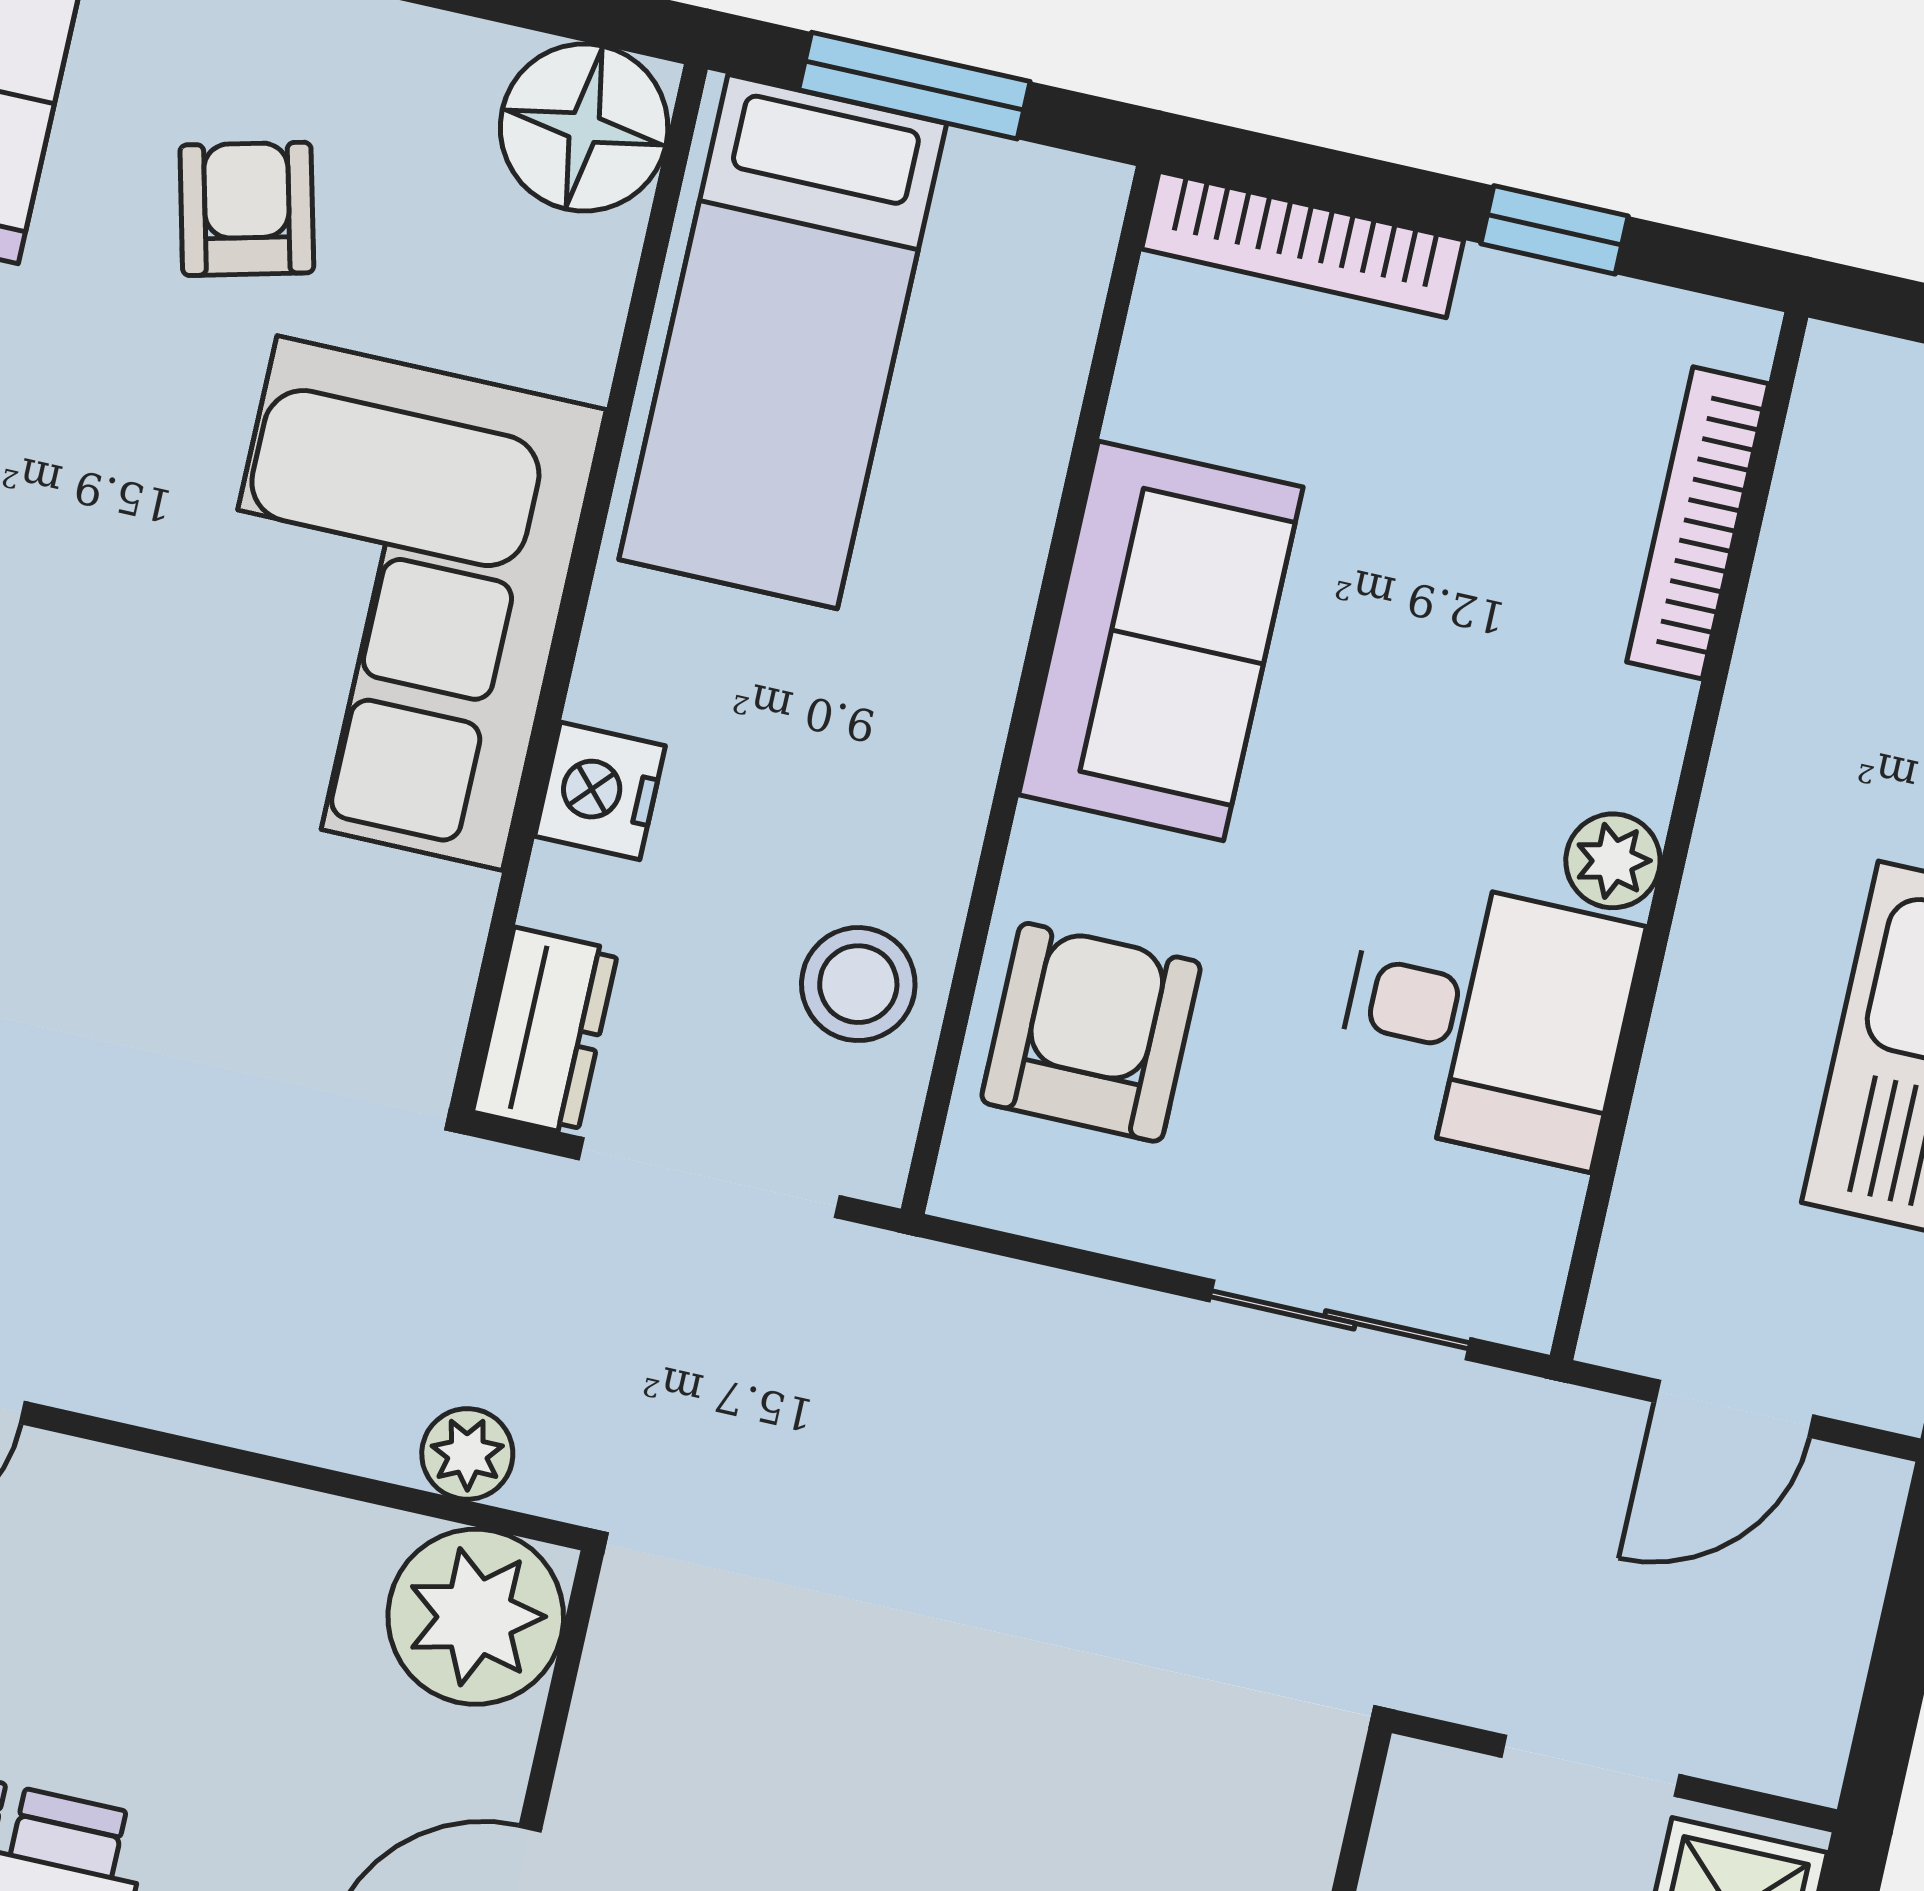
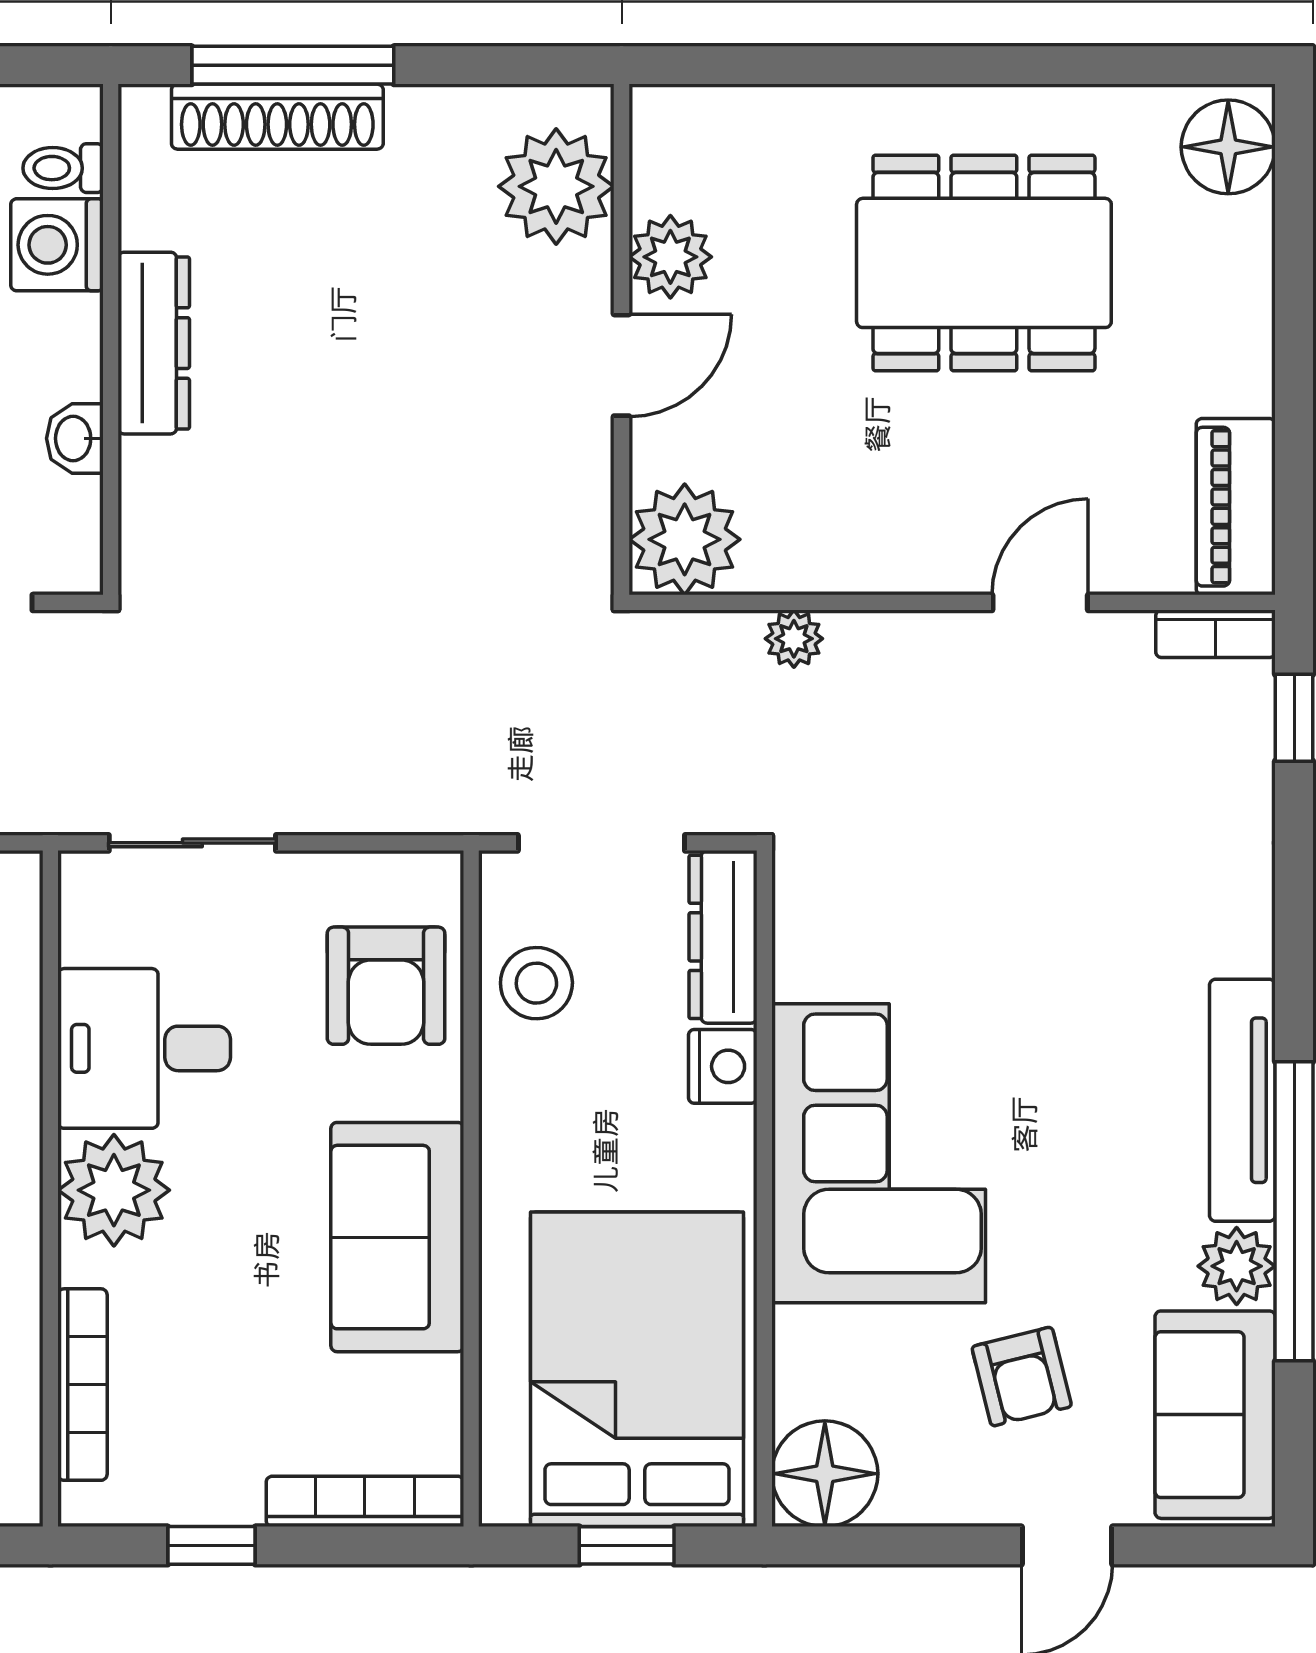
window: (914, 86) -> (627, 1545), width x0.67
bed: (783, 341) -> (637, 1369), width x1.50
plant: (1613, 861) -> (114, 1190), width x1.88, depth x1.88
dresser: (545, 1031) -> (723, 937), width x1.44
plant: (467, 1454) -> (794, 639), moved

